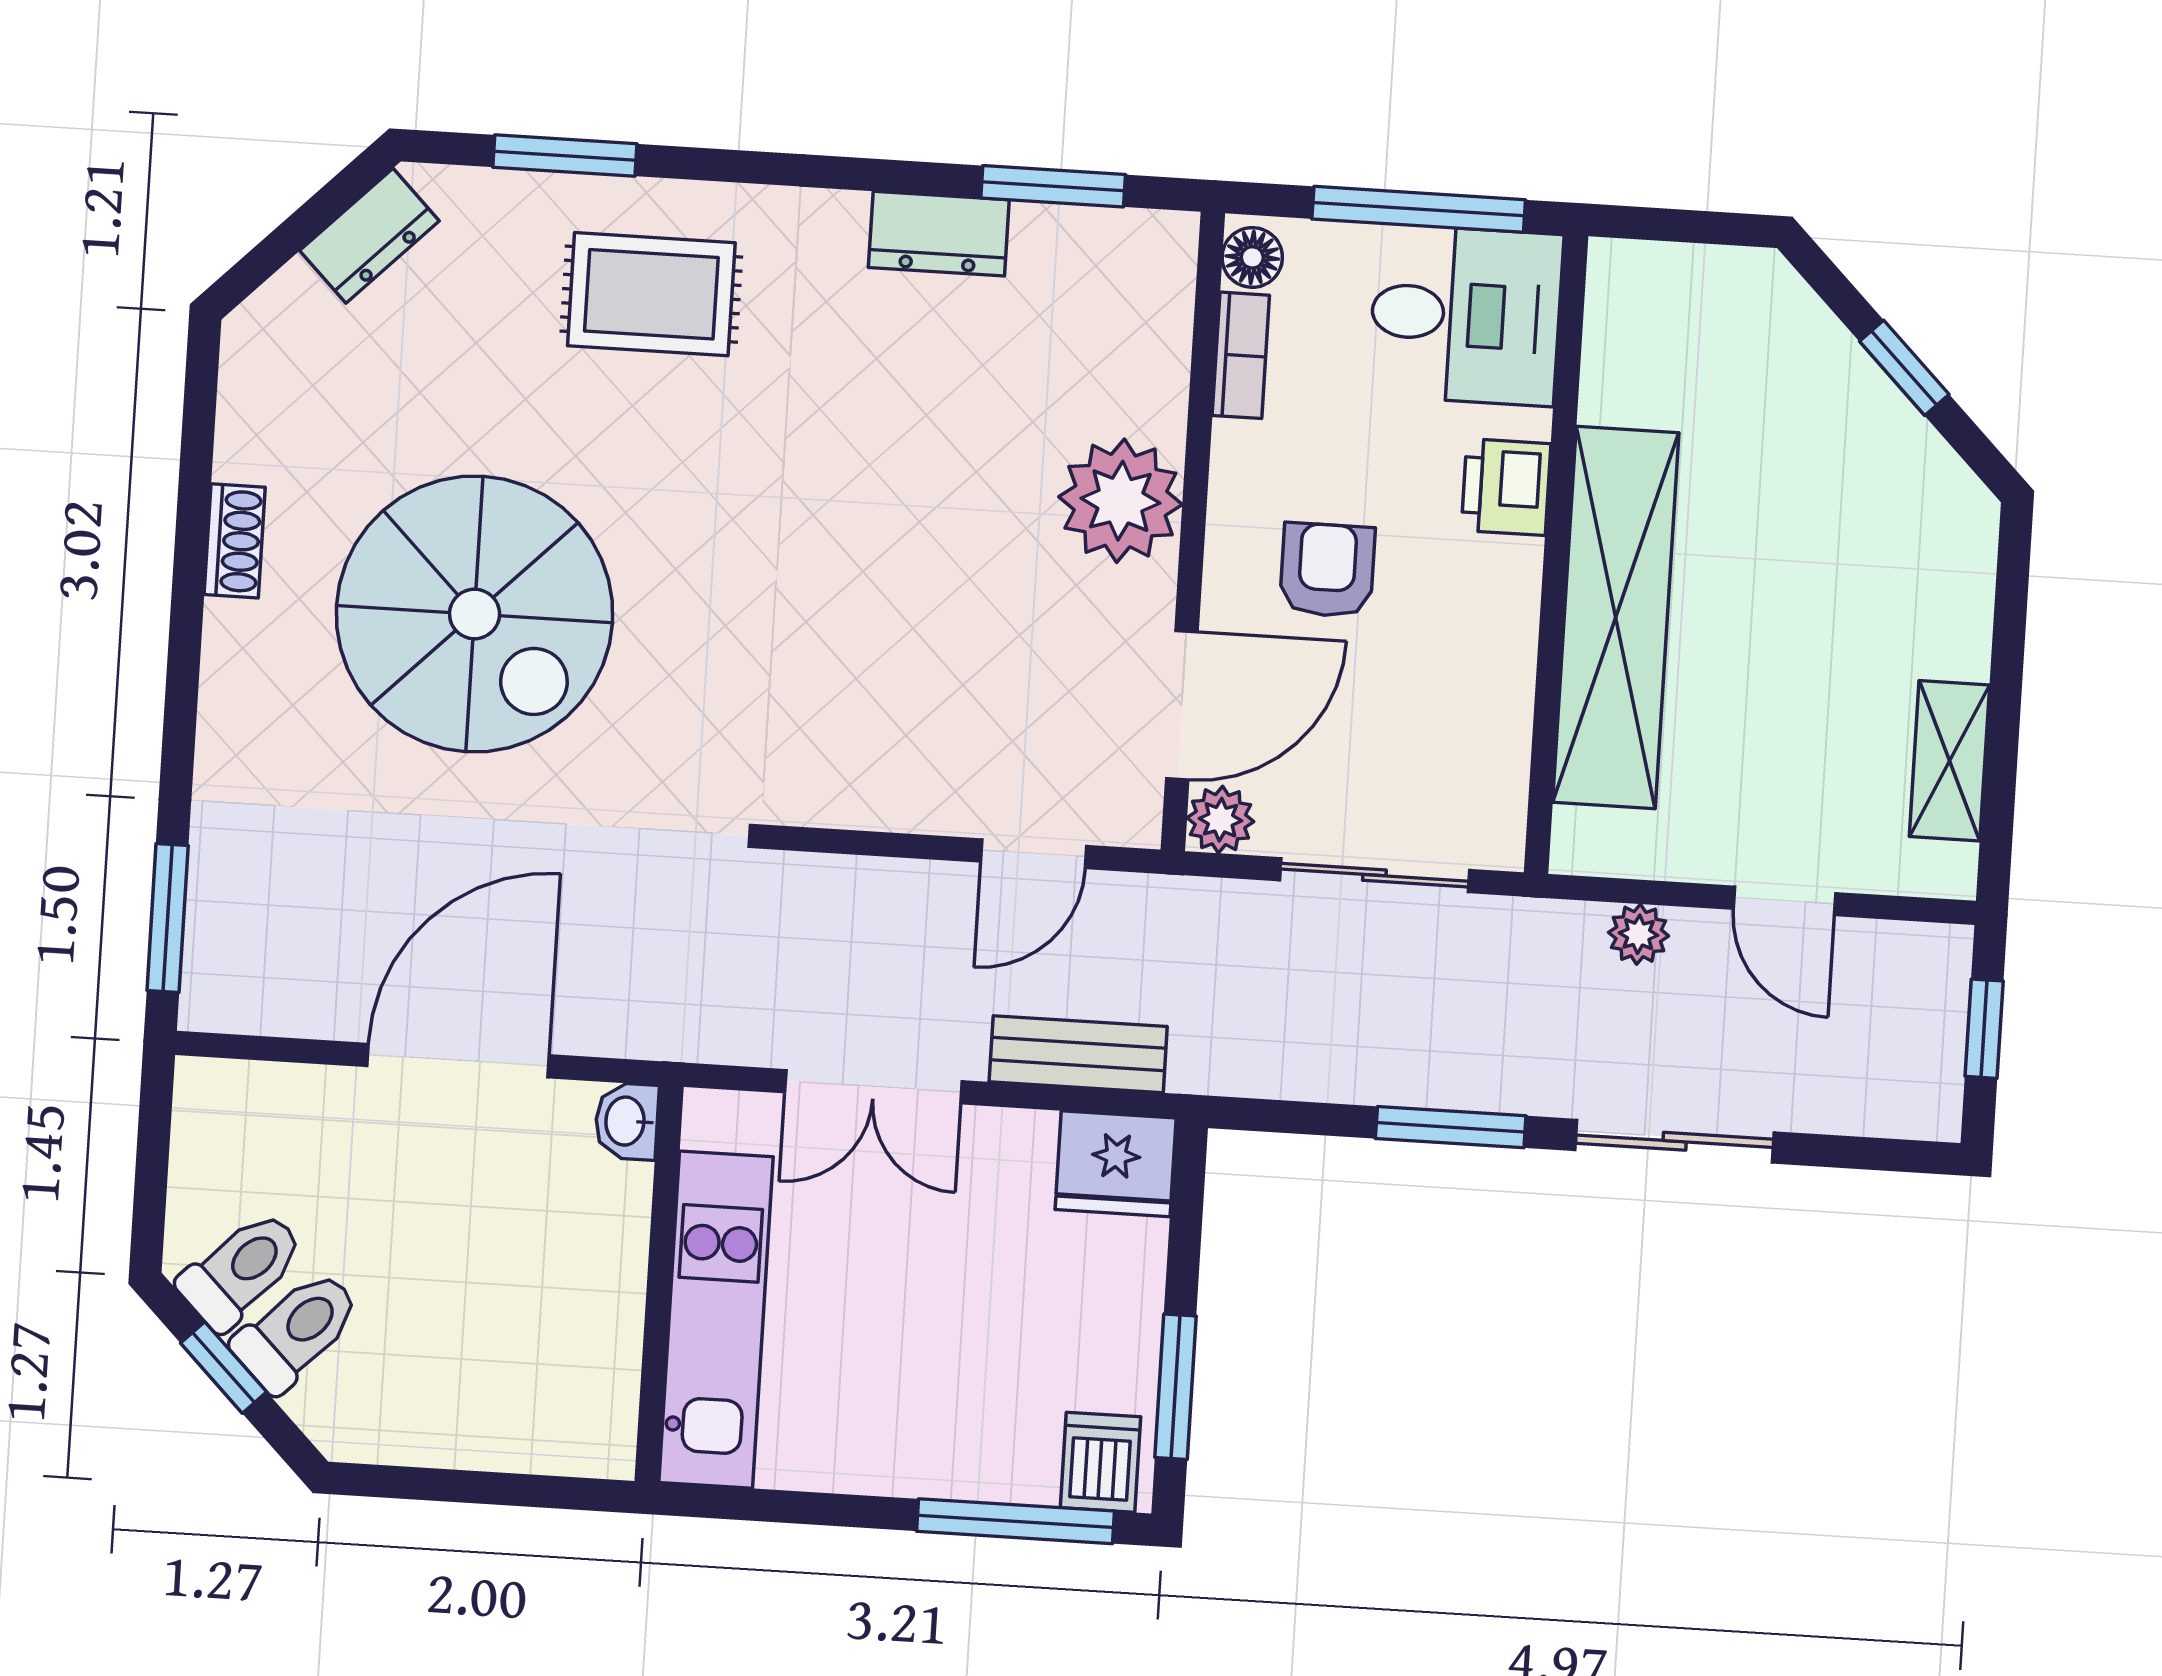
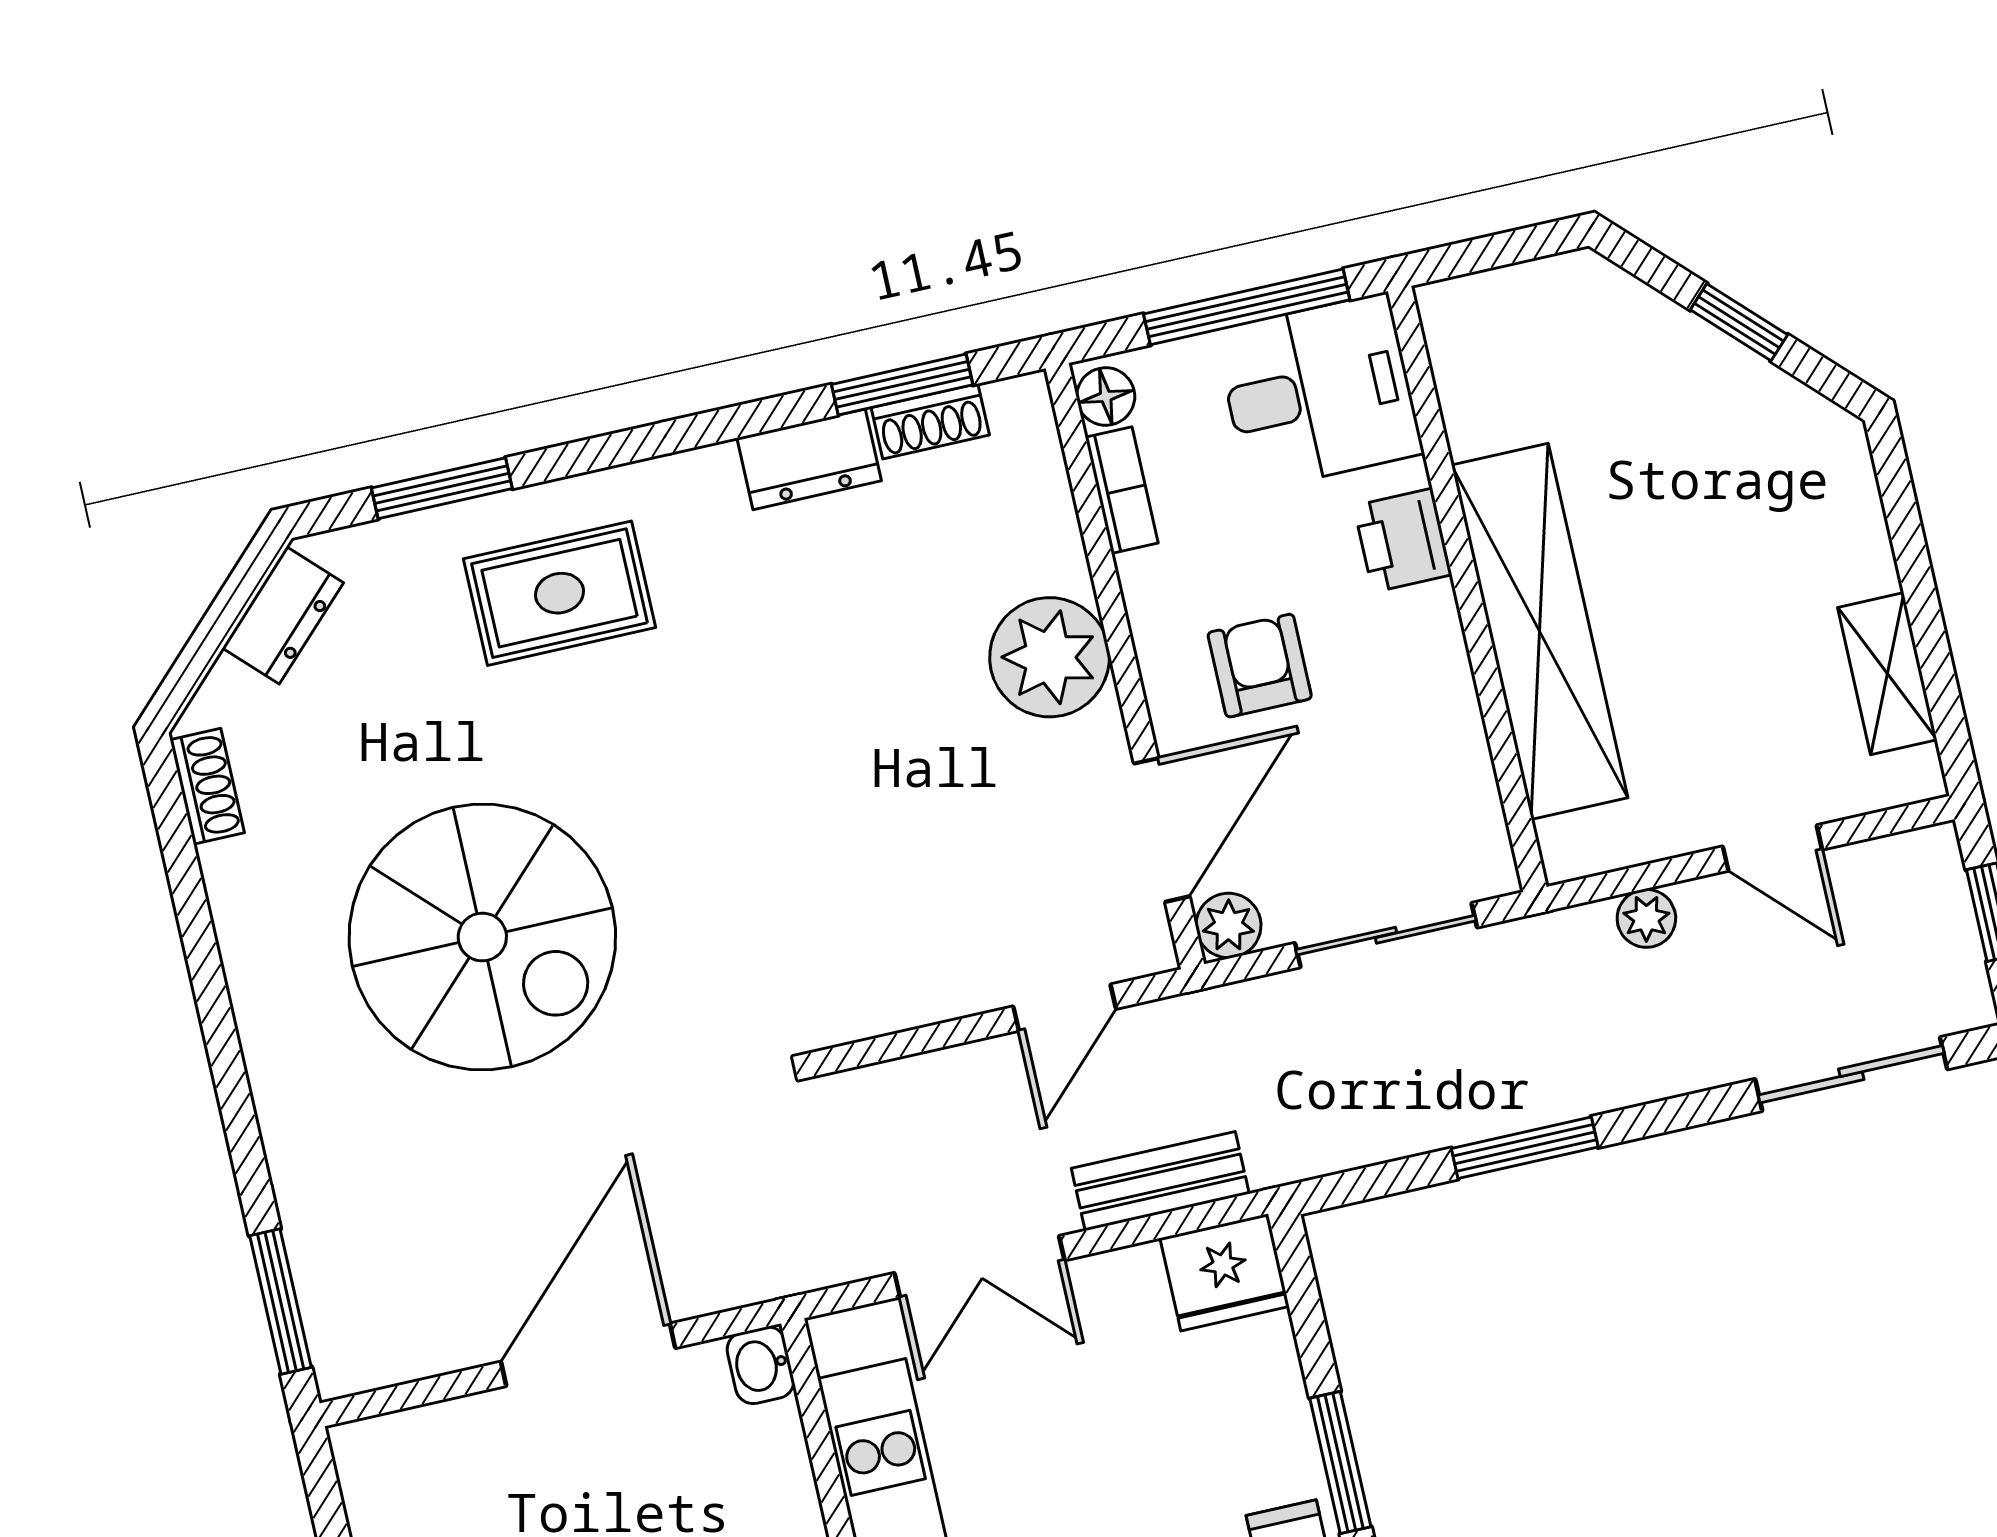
shoe rack: (1070, 231) -> (930, 421), added
shoe rack: (235, 541) -> (207, 786), moved
sliding door: (1675, 1141) -> (1851, 1074), moved

